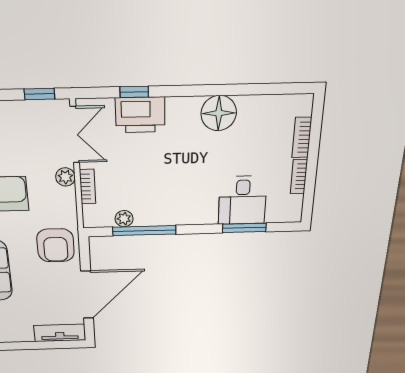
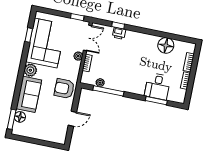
floor lamp: (219, 113) -> (166, 45), moved
printer: (140, 115) -> (119, 33), width x0.53, depth x0.68
armchair: (56, 245) -> (64, 89), turned 90
door: (87, 295) -> (72, 119), width x0.53
tv unit: (60, 333) -> (53, 137), removed

